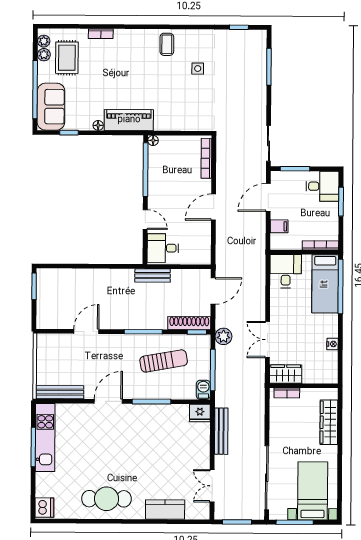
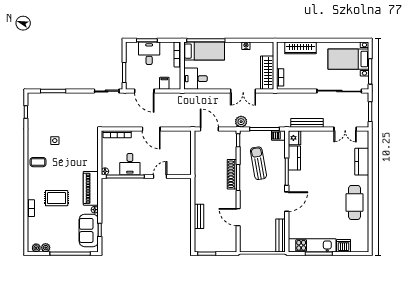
rug: (67, 58) -> (57, 198), moved
sofa: (51, 107) -> (89, 230), moved, turned -90
desk: (322, 186) -> (149, 53), moved
desk: (163, 248) -> (130, 164), moved
bench: (153, 276) -> (199, 216), moved
shoe rack: (189, 323) -> (232, 174), moved
wardrobe: (286, 374) -> (267, 73), width x1.50
door: (108, 401) -> (287, 202), swing flipped
kitchen counter: (171, 413) -> (294, 158), added
dishwasher: (44, 508) -> (344, 246), moved

